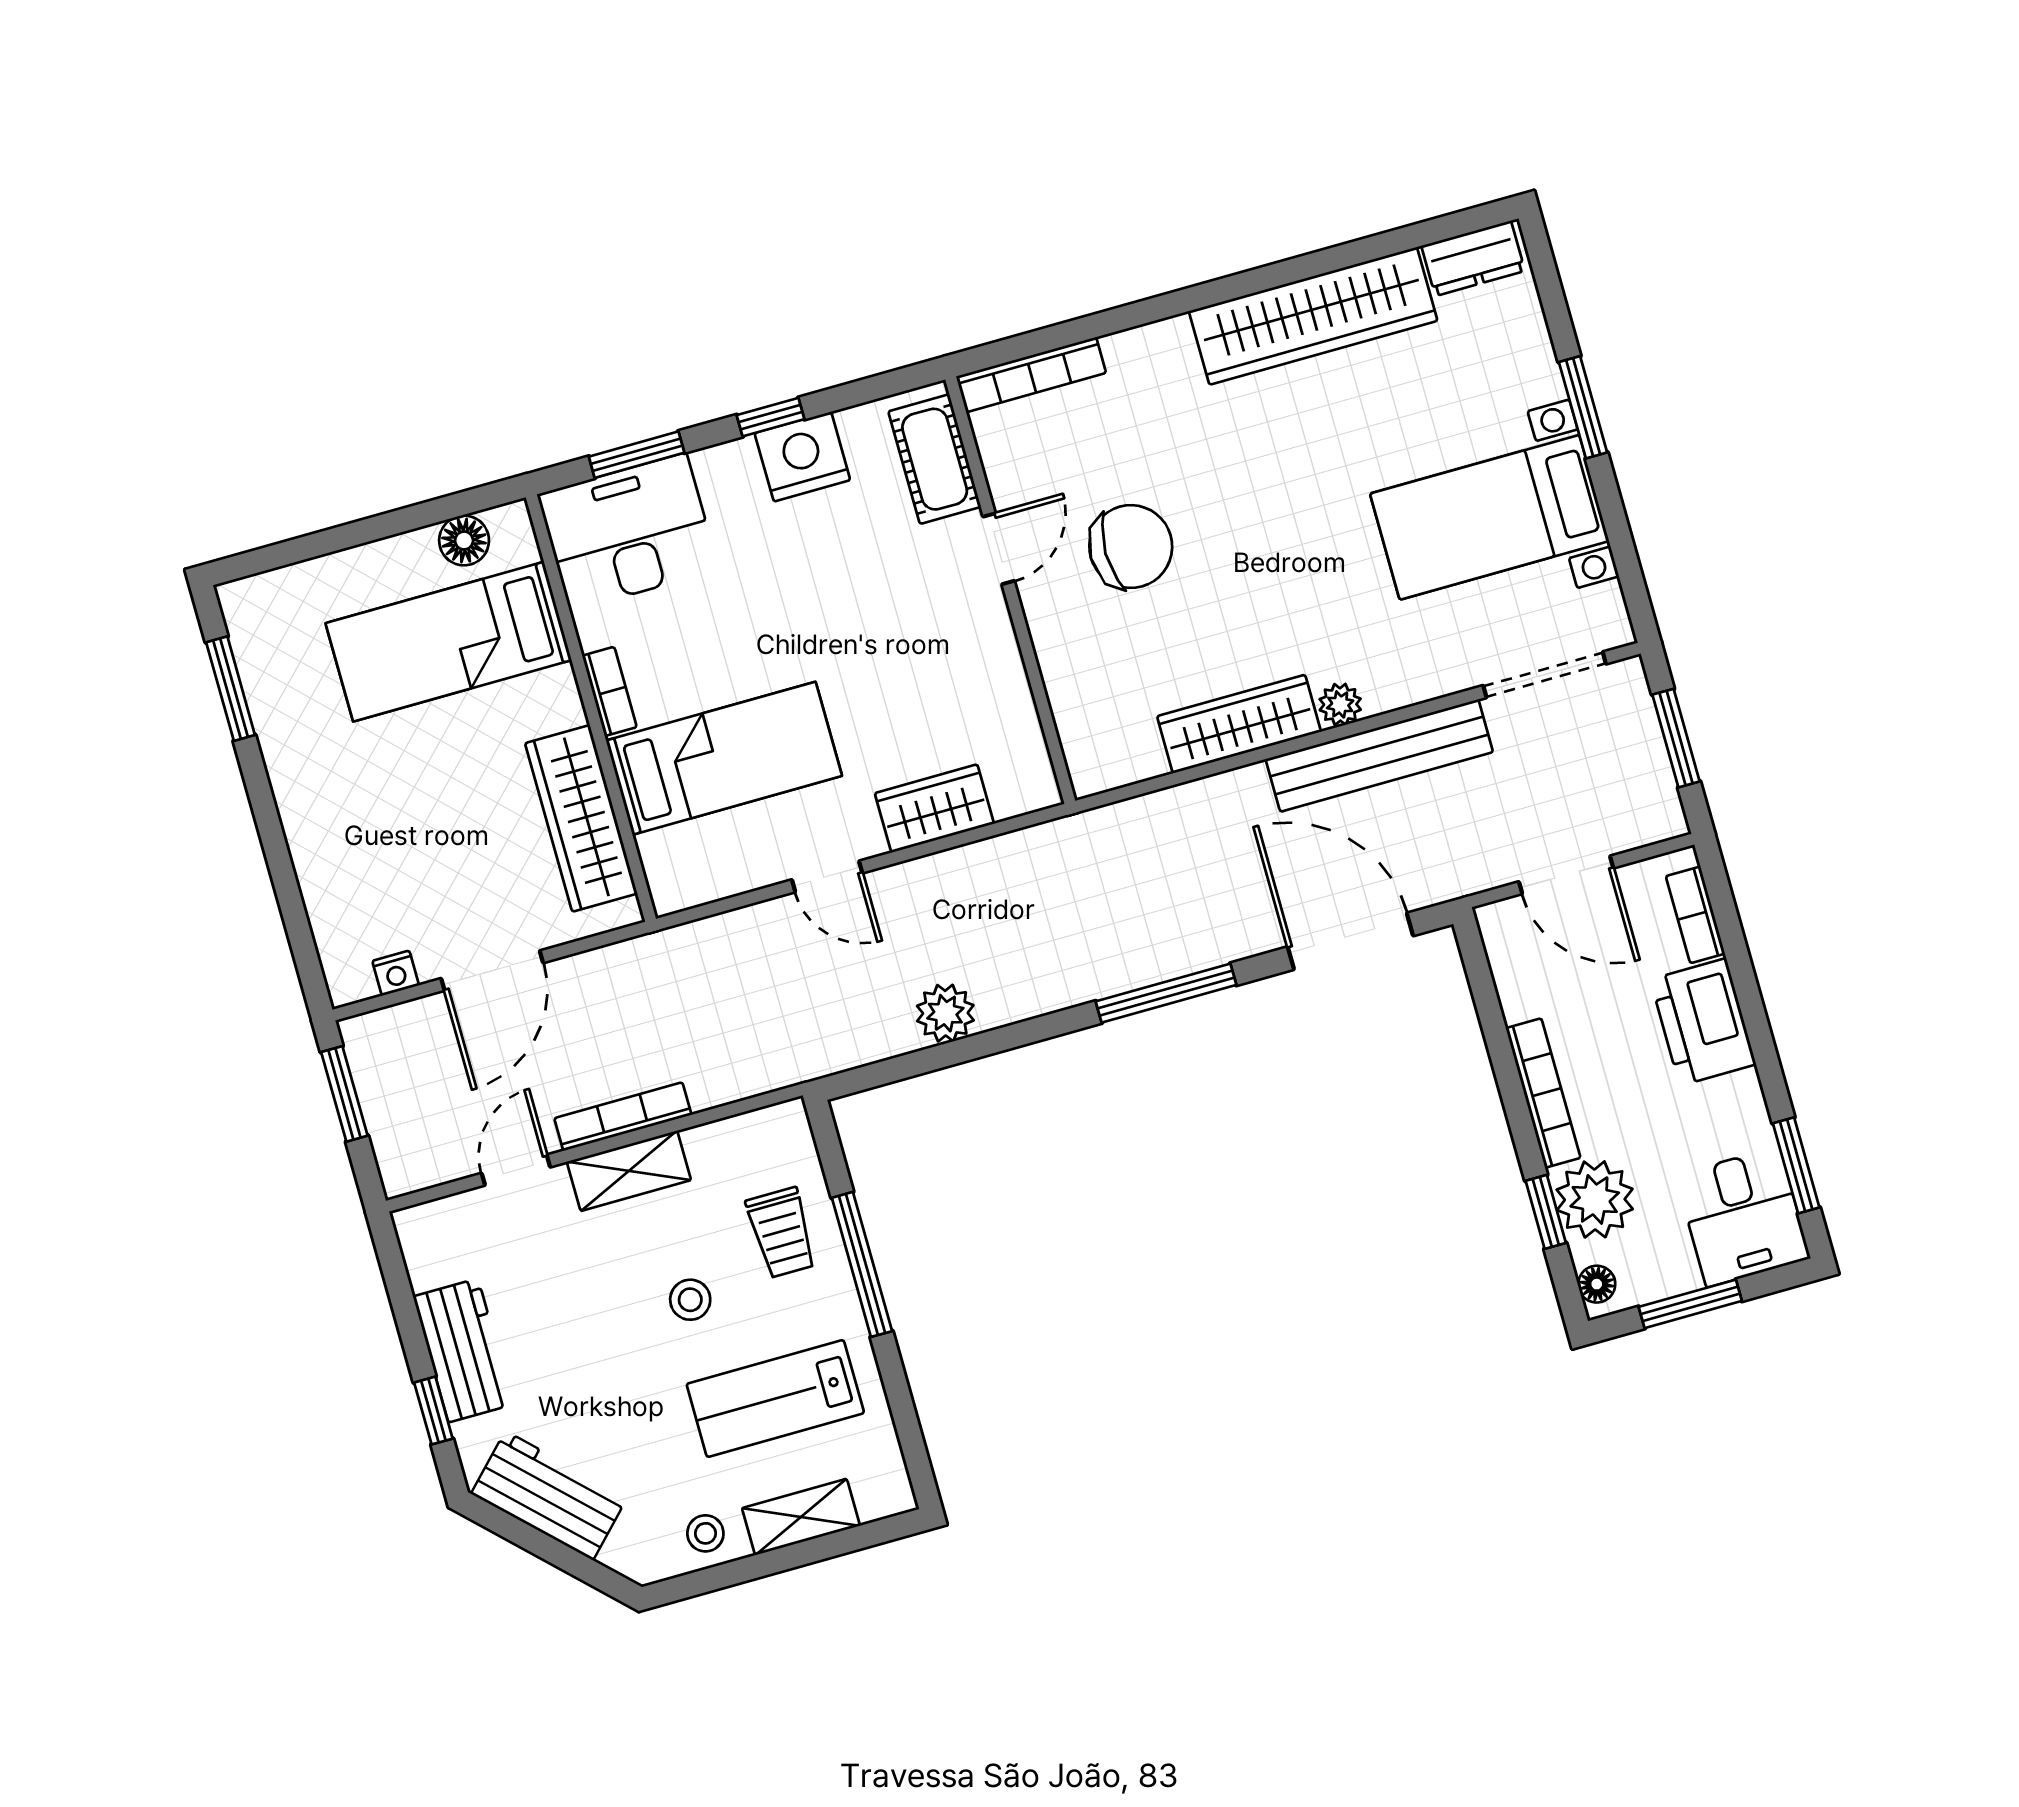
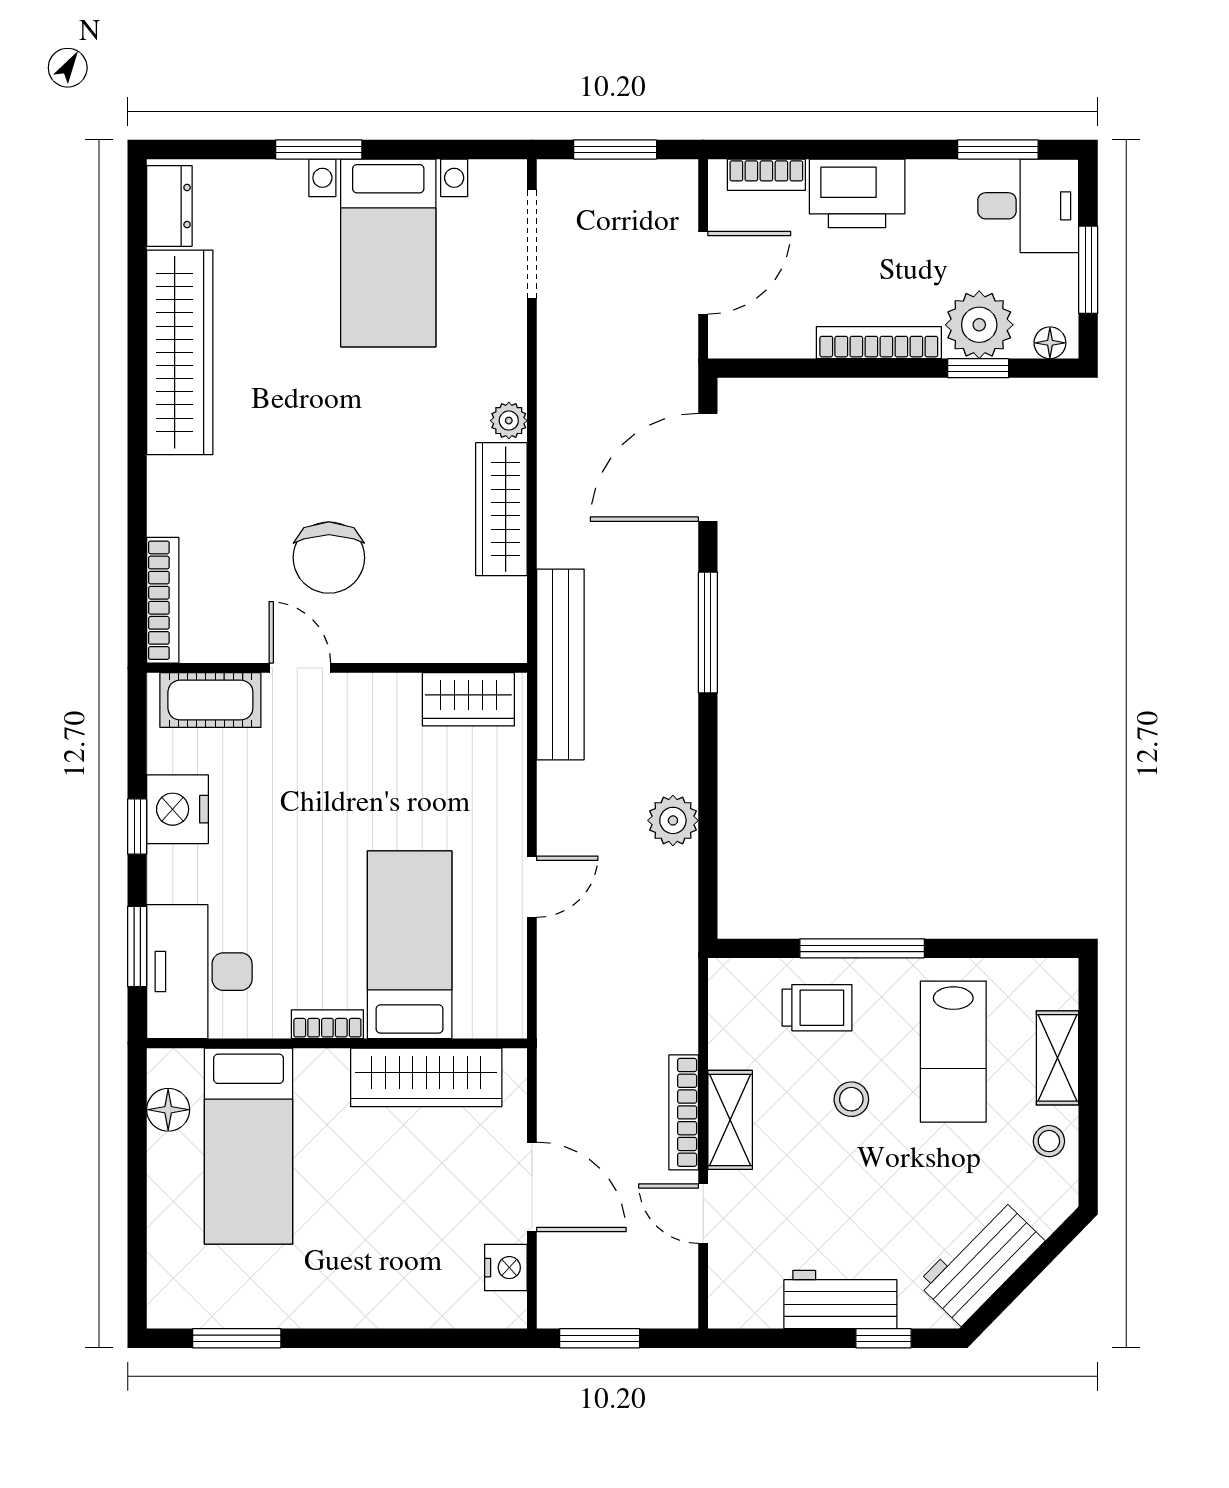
chair: (1131, 547) -> (329, 558), turned 180
bench: (1379, 756) -> (560, 664), moved
wardrobe: (934, 808) -> (468, 699), moved, turned -90
nightstand: (396, 973) -> (506, 1268), width x1.39, depth x1.35

